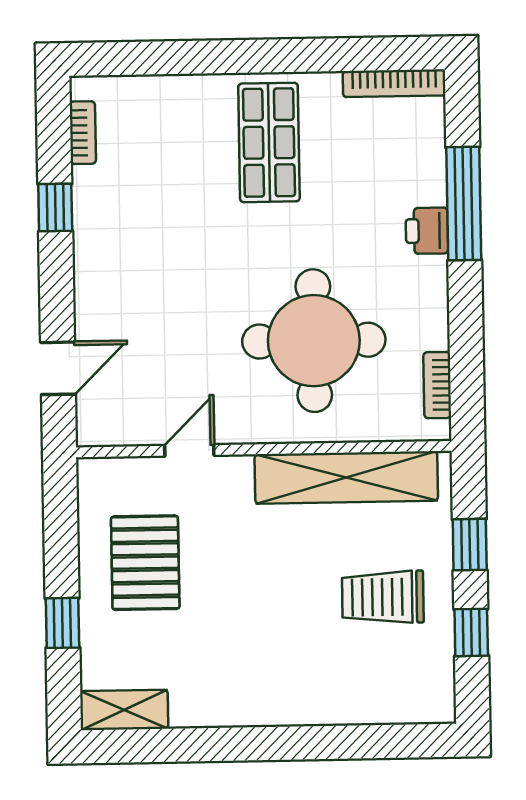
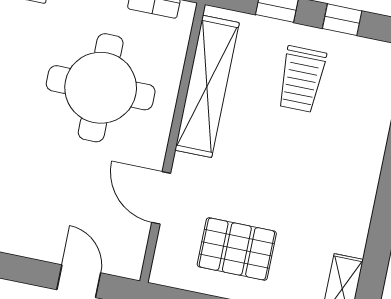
door: (189, 450) -> (161, 198), width x1.38

